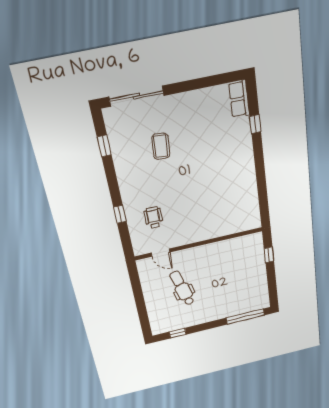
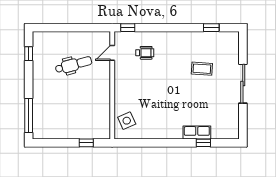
sliding door: (136, 96) -> (243, 84), moved
row of seats: (239, 99) -> (197, 133), moved
window: (120, 214) -> (128, 28), moved
side table: (239, 219) -> (127, 121), added

